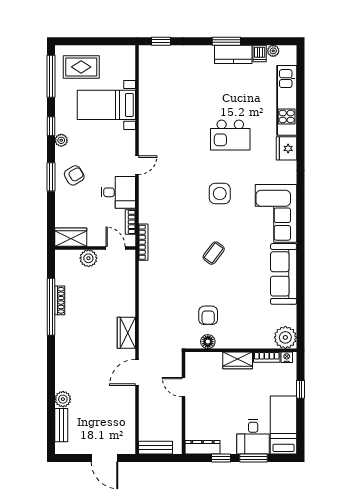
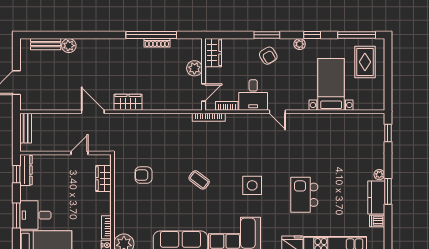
plant: (273, 51) -> (379, 175), moved
floor lamp: (208, 342) -> (120, 175), removed
wardrobe: (238, 360) -> (103, 179), moved
window: (221, 458) -> (16, 174), moved

